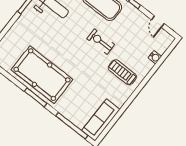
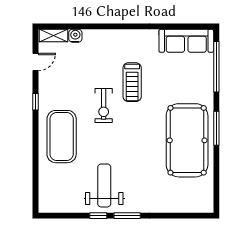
shelving: (165, 44) -> (54, 36), added
treadmill: (122, 72) -> (132, 82), moved

